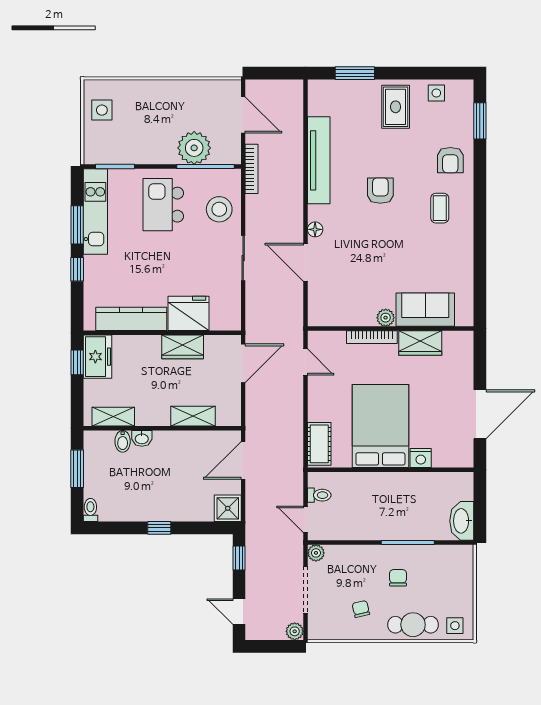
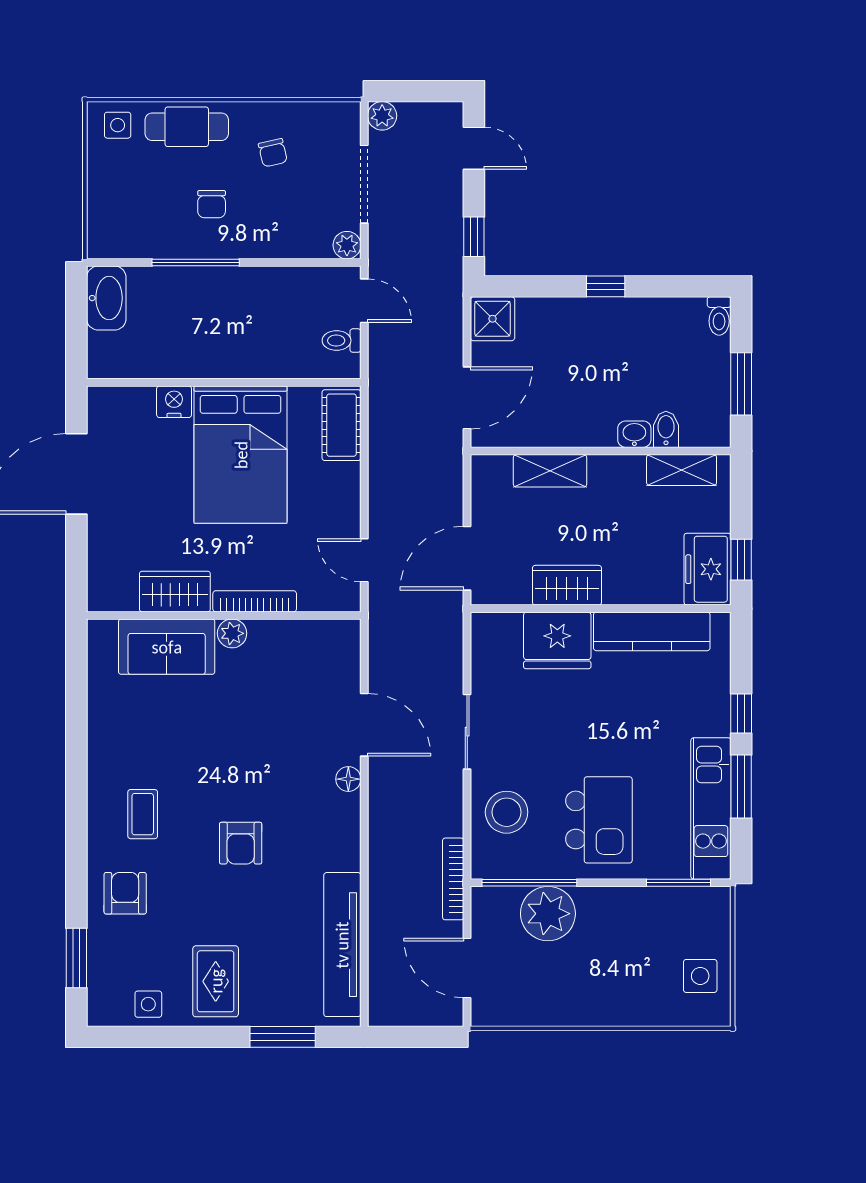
tv unit: (319, 160) -> (342, 945), moved

